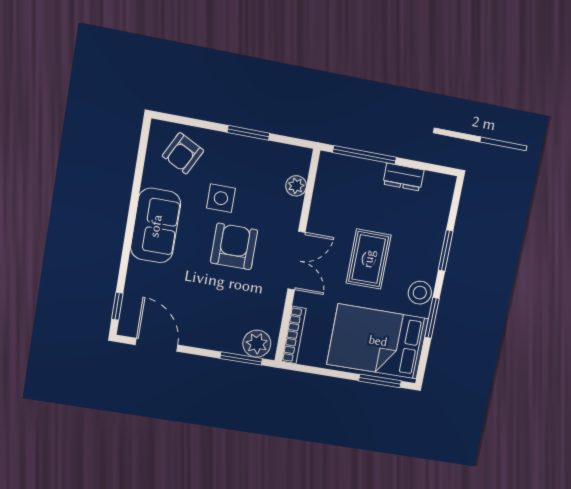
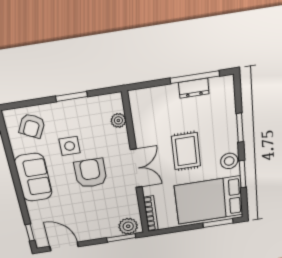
window: (364, 155) -> (195, 77), moved

